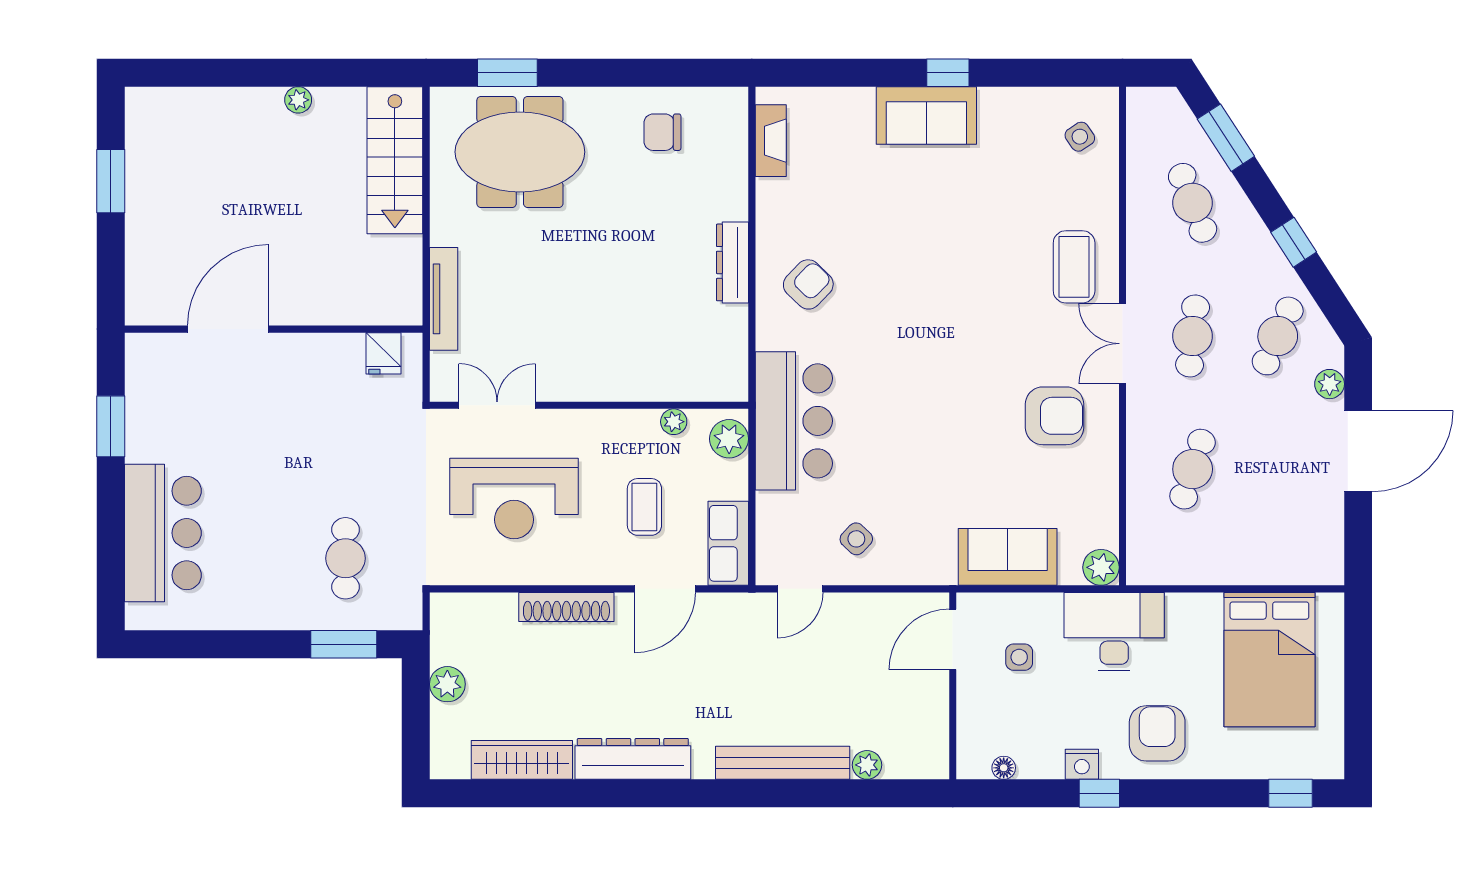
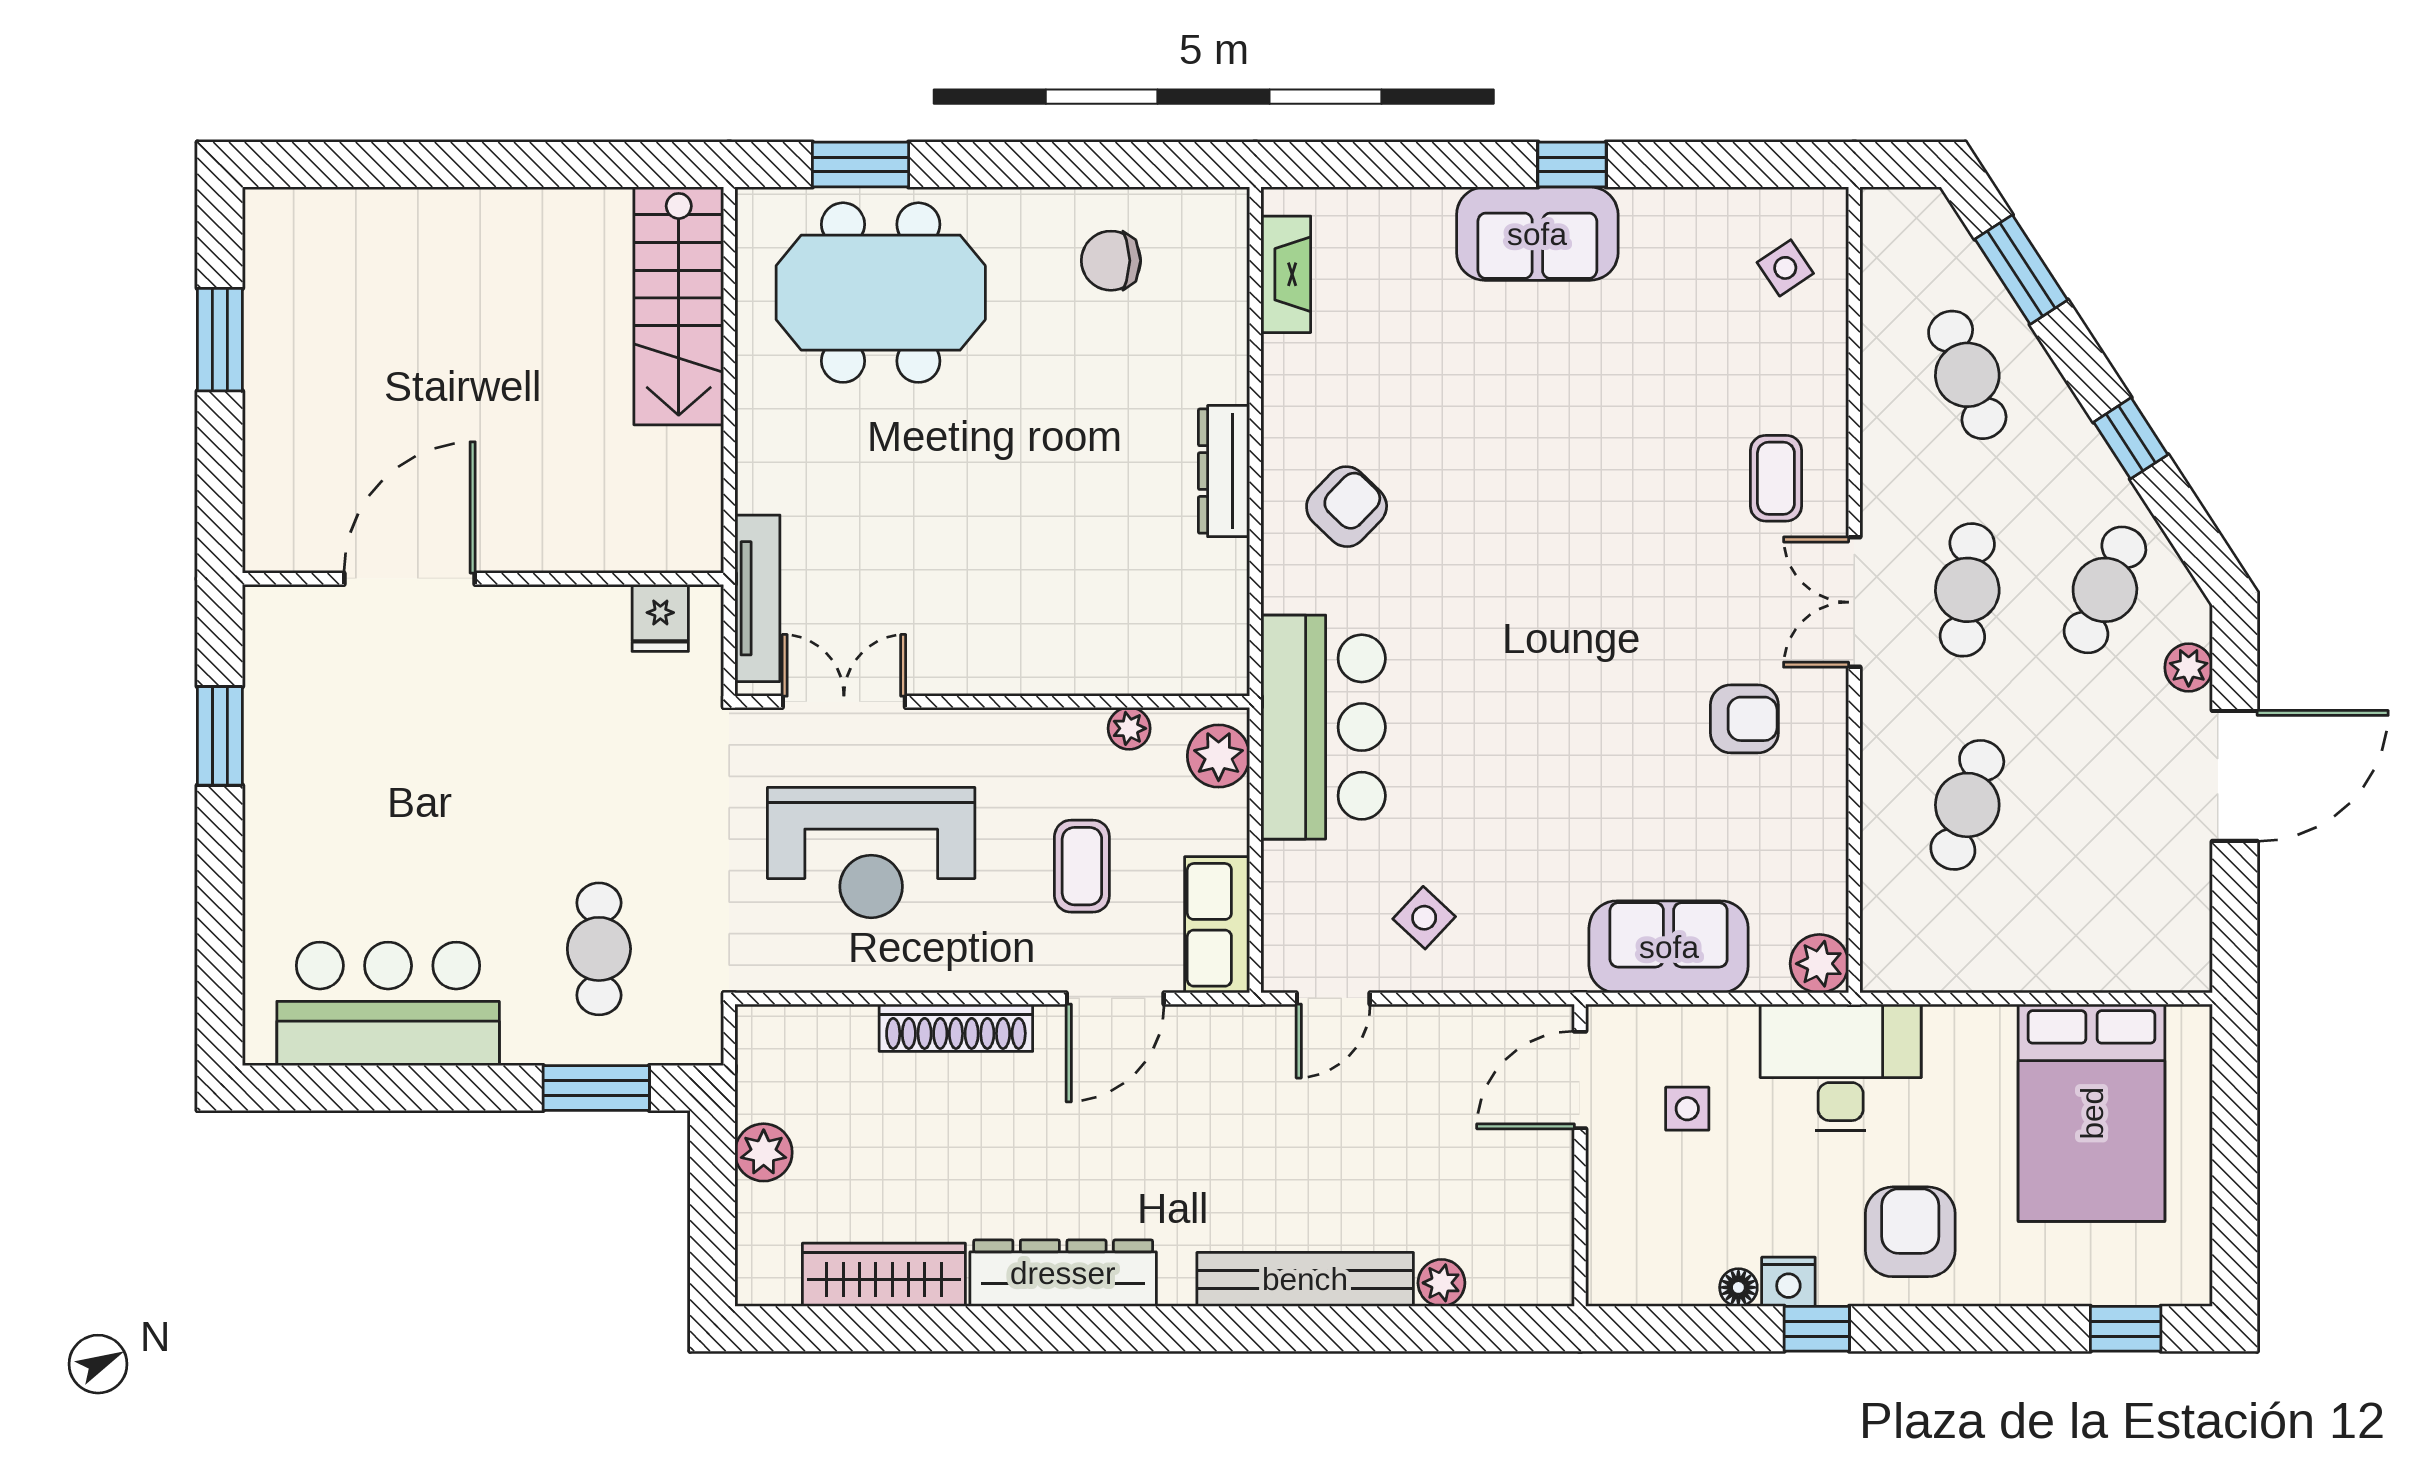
plant: (298, 100) -> (522, 208), removed
coffee table: (1074, 267) -> (1776, 478), width x0.73, depth x0.77
tv unit: (444, 299) -> (757, 598), moved
armchair: (1055, 416) -> (1744, 719), width x0.72, depth x0.72
bar counter: (163, 533) -> (388, 1004), moved, turned -90
floor lamp: (1004, 768) -> (1738, 1287), moved

